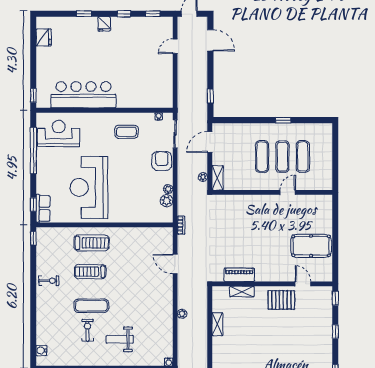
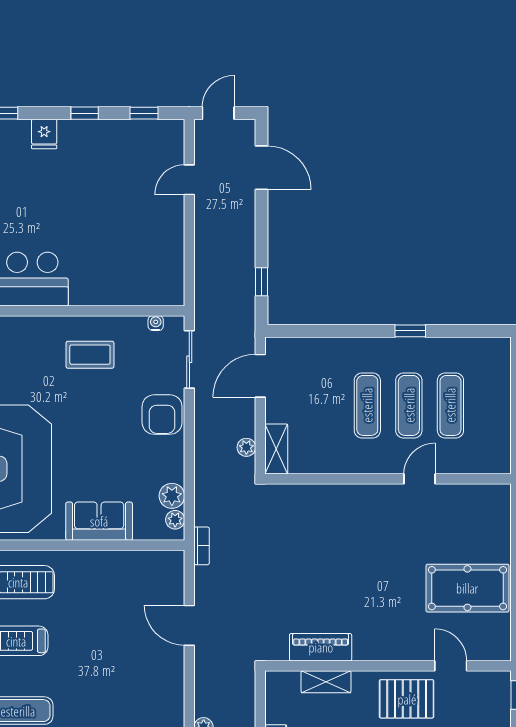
armchair: (162, 161) -> (162, 415), turned 180
plant: (168, 189) -> (175, 520), moved
sofa: (131, 213) -> (99, 521), added

